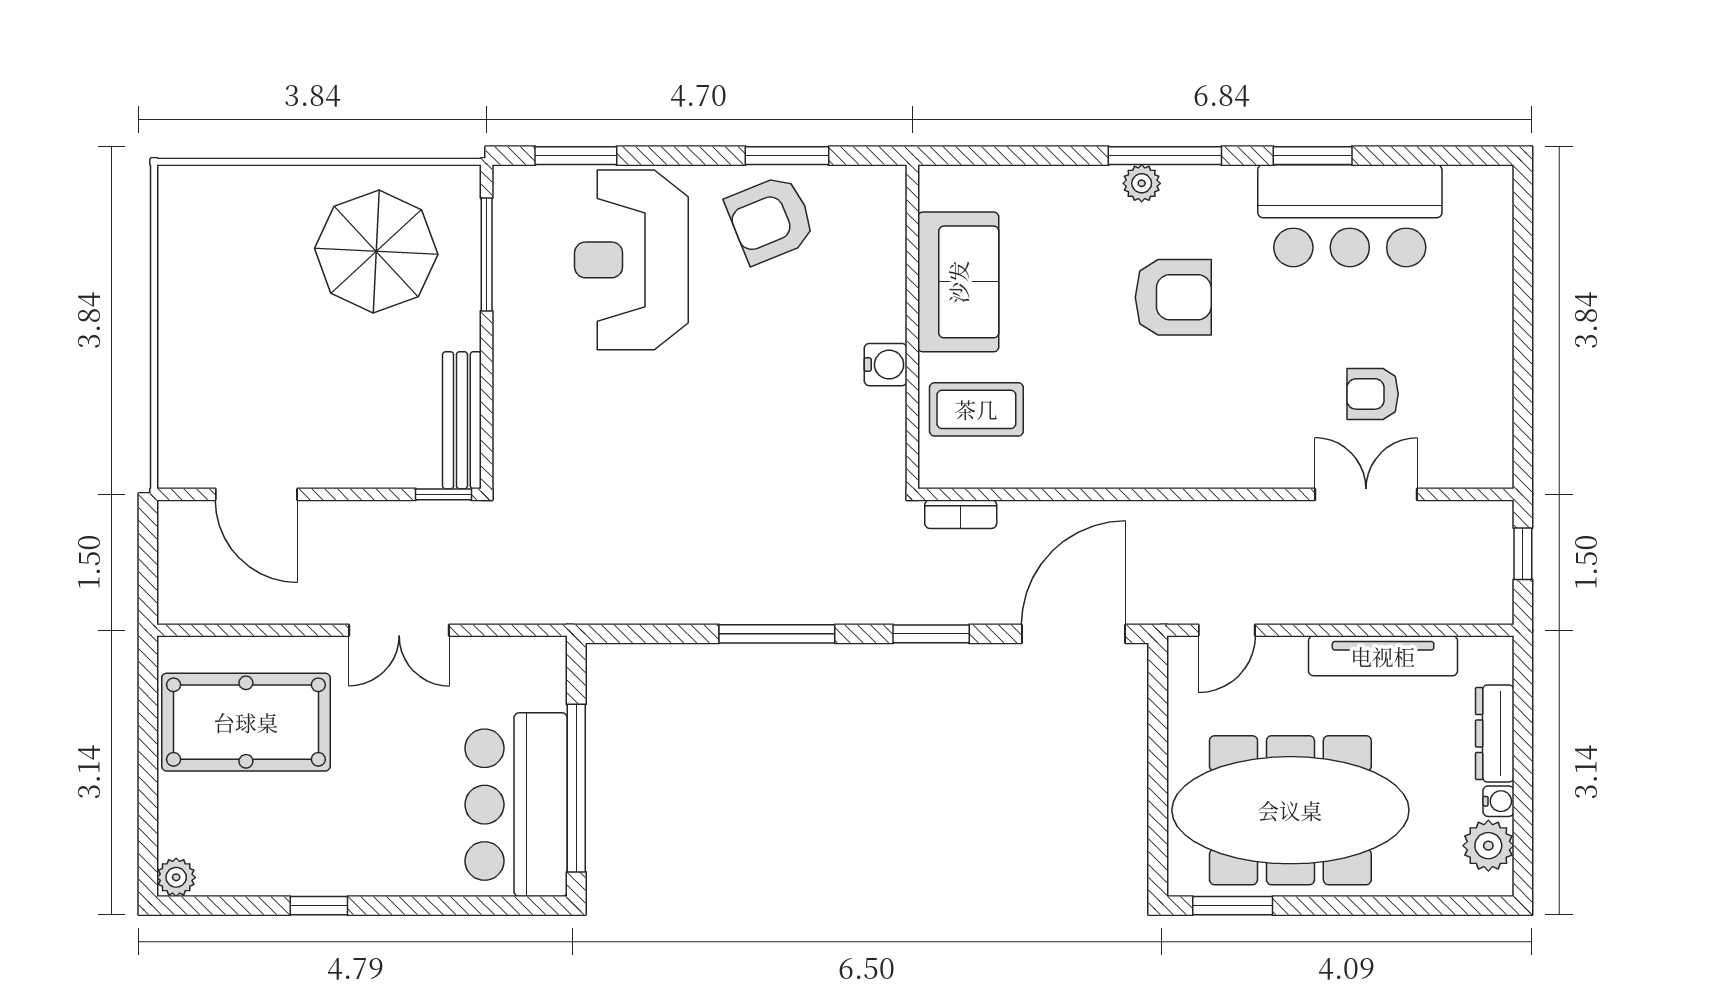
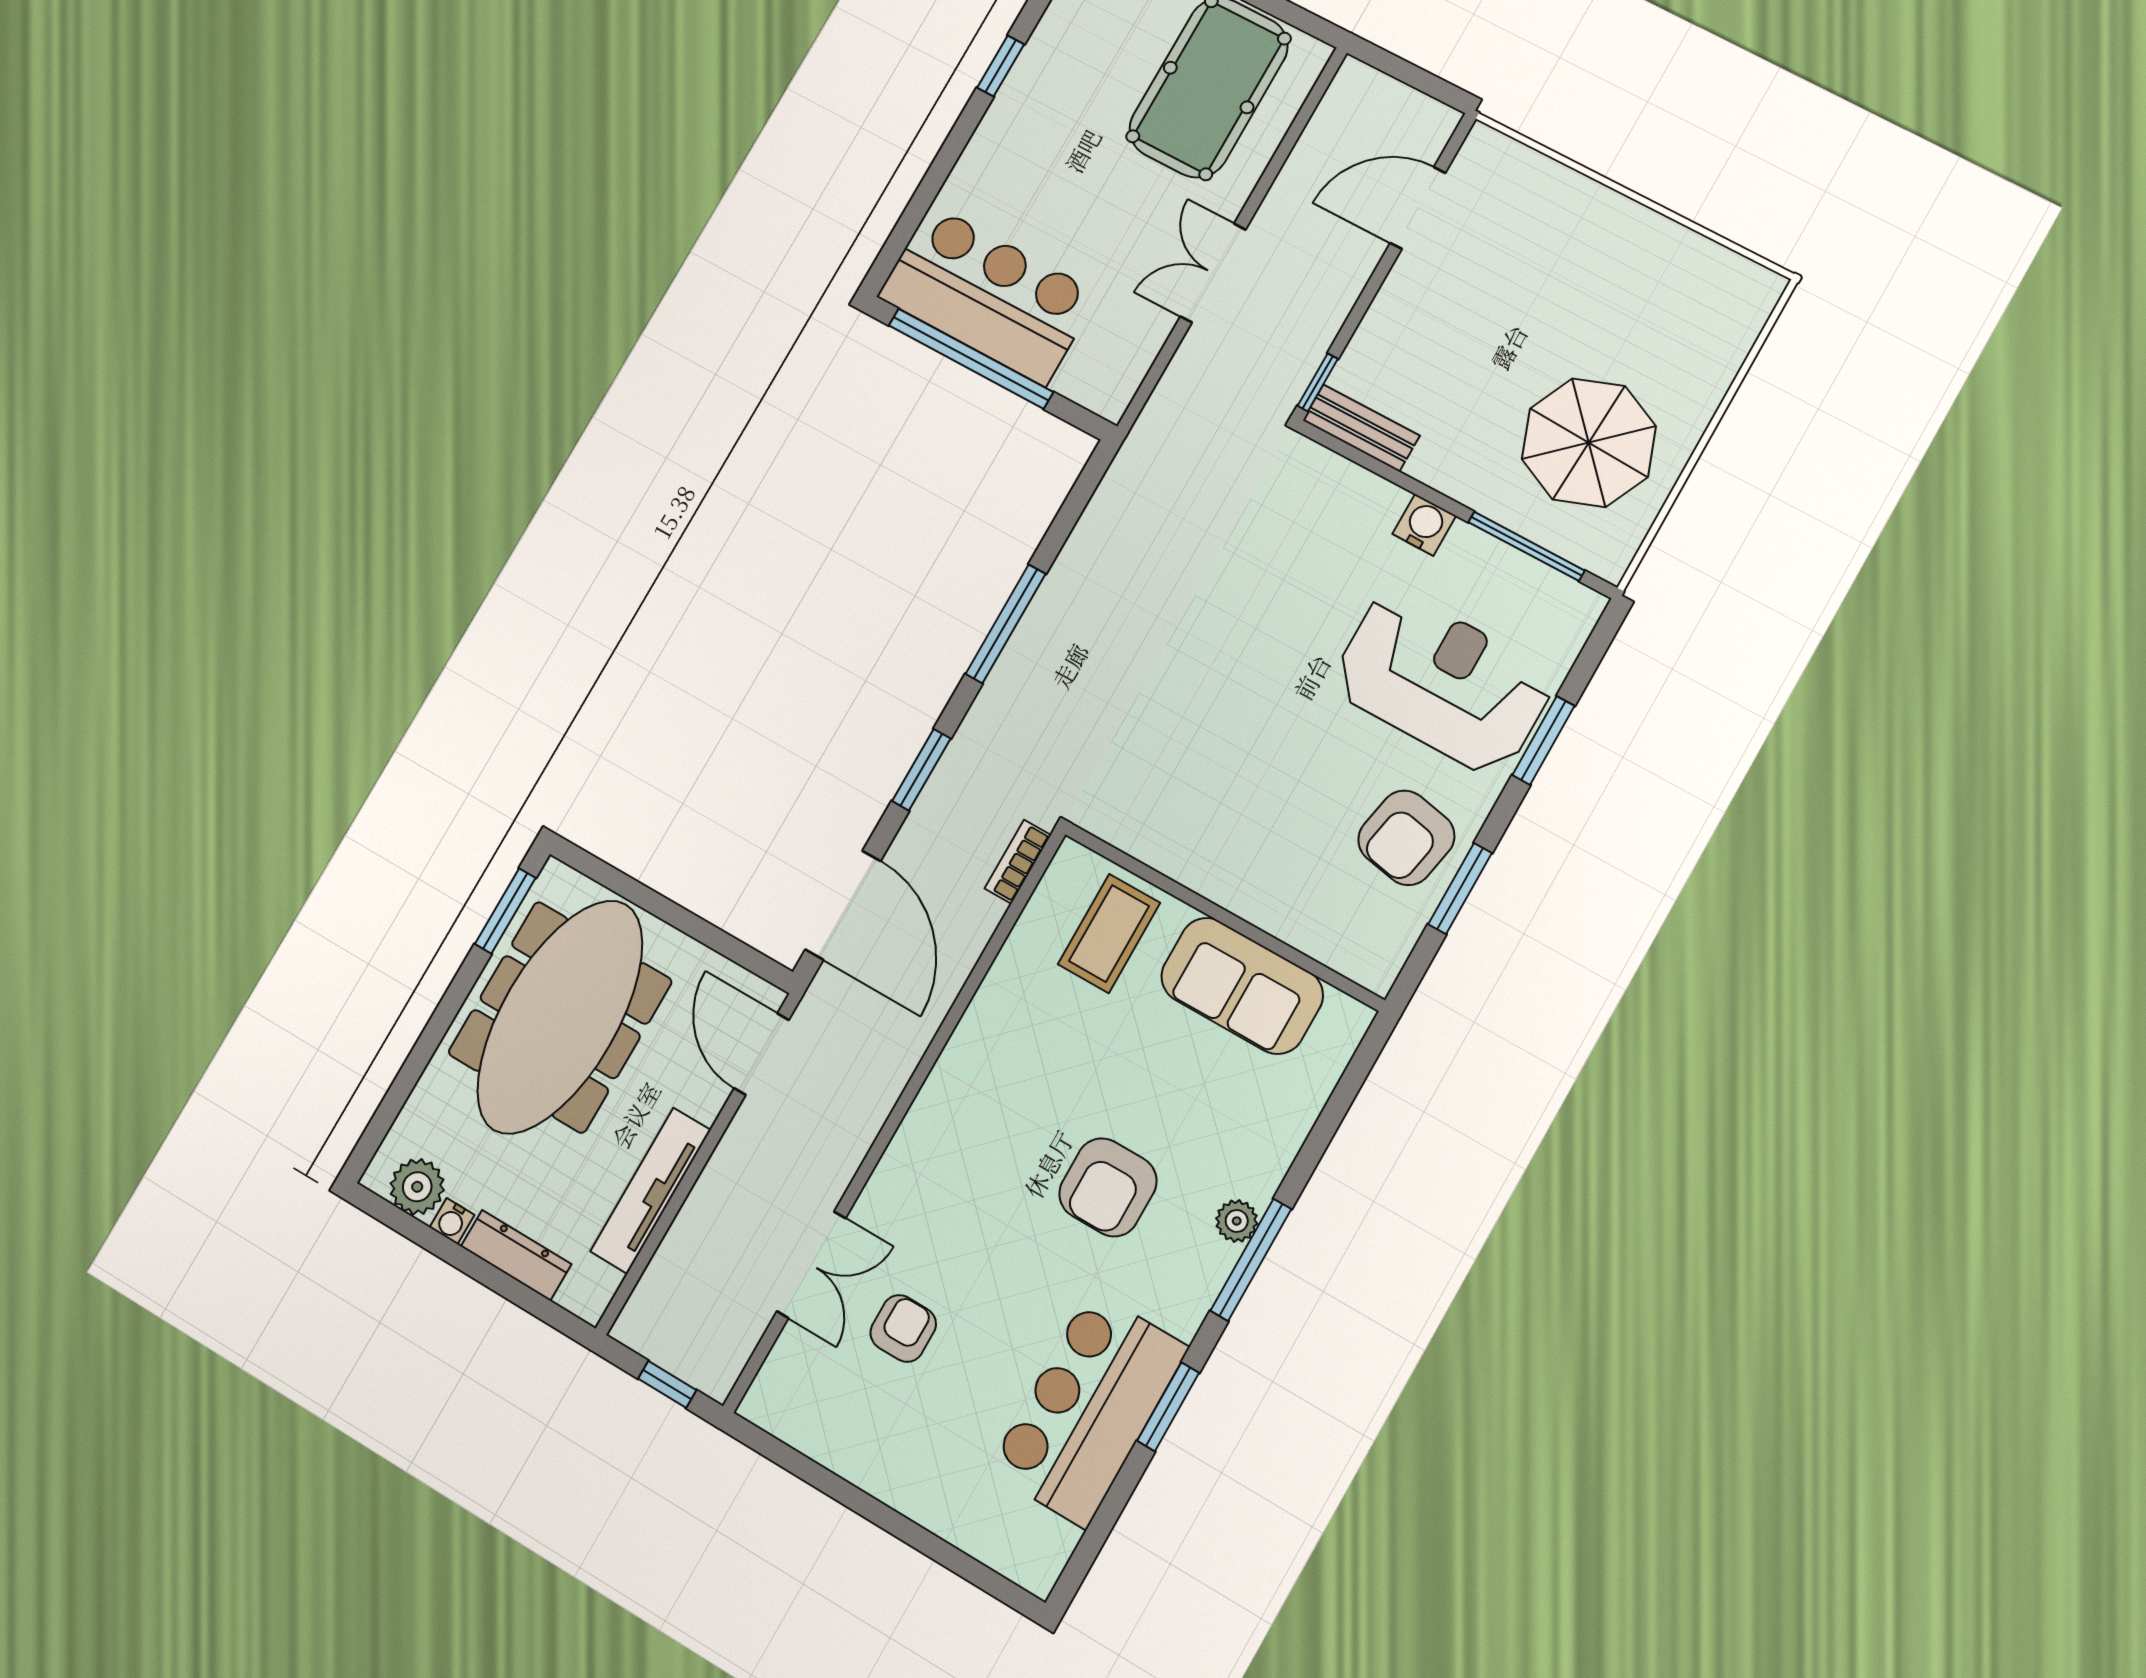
window: (576, 156) -> (1543, 740), moved
armchair: (771, 219) -> (1406, 838), turned -147
water cooler: (886, 365) -> (1424, 525), moved, turned 180
bench: (462, 420) -> (1361, 428), width x0.73
door: (1227, 630) -> (762, 1054), width x1.38

